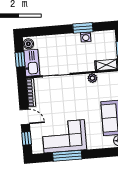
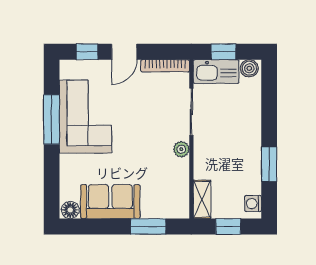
washing machine: (86, 37) -> (253, 204), moved
plant: (92, 78) -> (181, 149), moved

